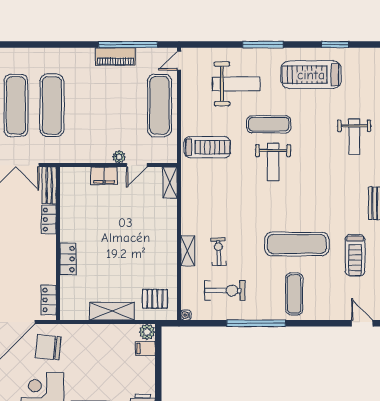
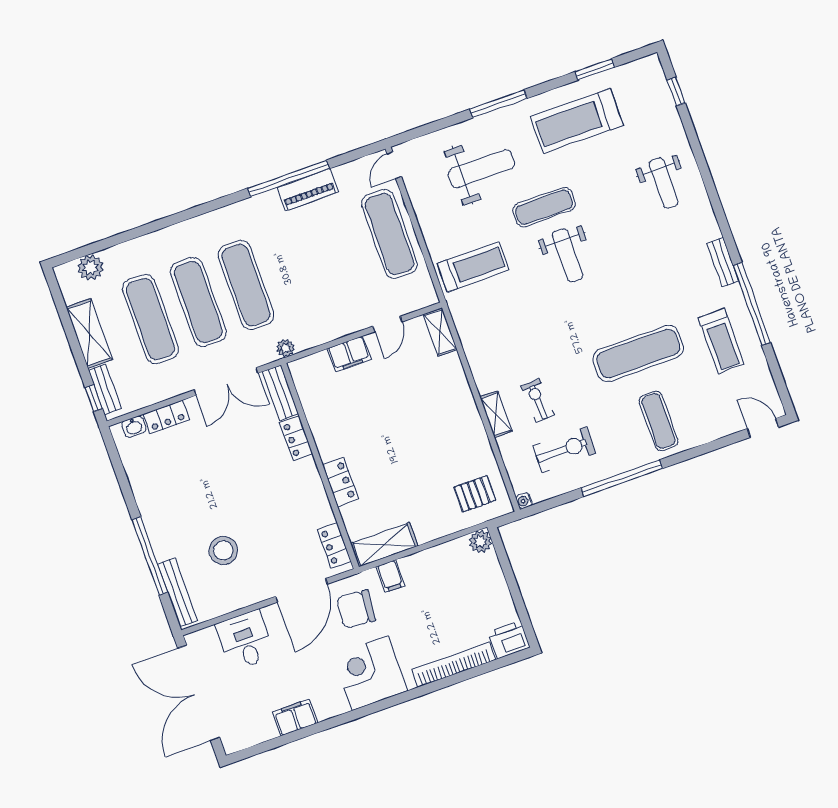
window: (128, 45) -> (289, 178), moved
plant: (119, 157) -> (285, 348), moved
shelving: (112, 311) -> (384, 545), moved
filing cabinet: (145, 349) -> (390, 576), moved, turned -90

